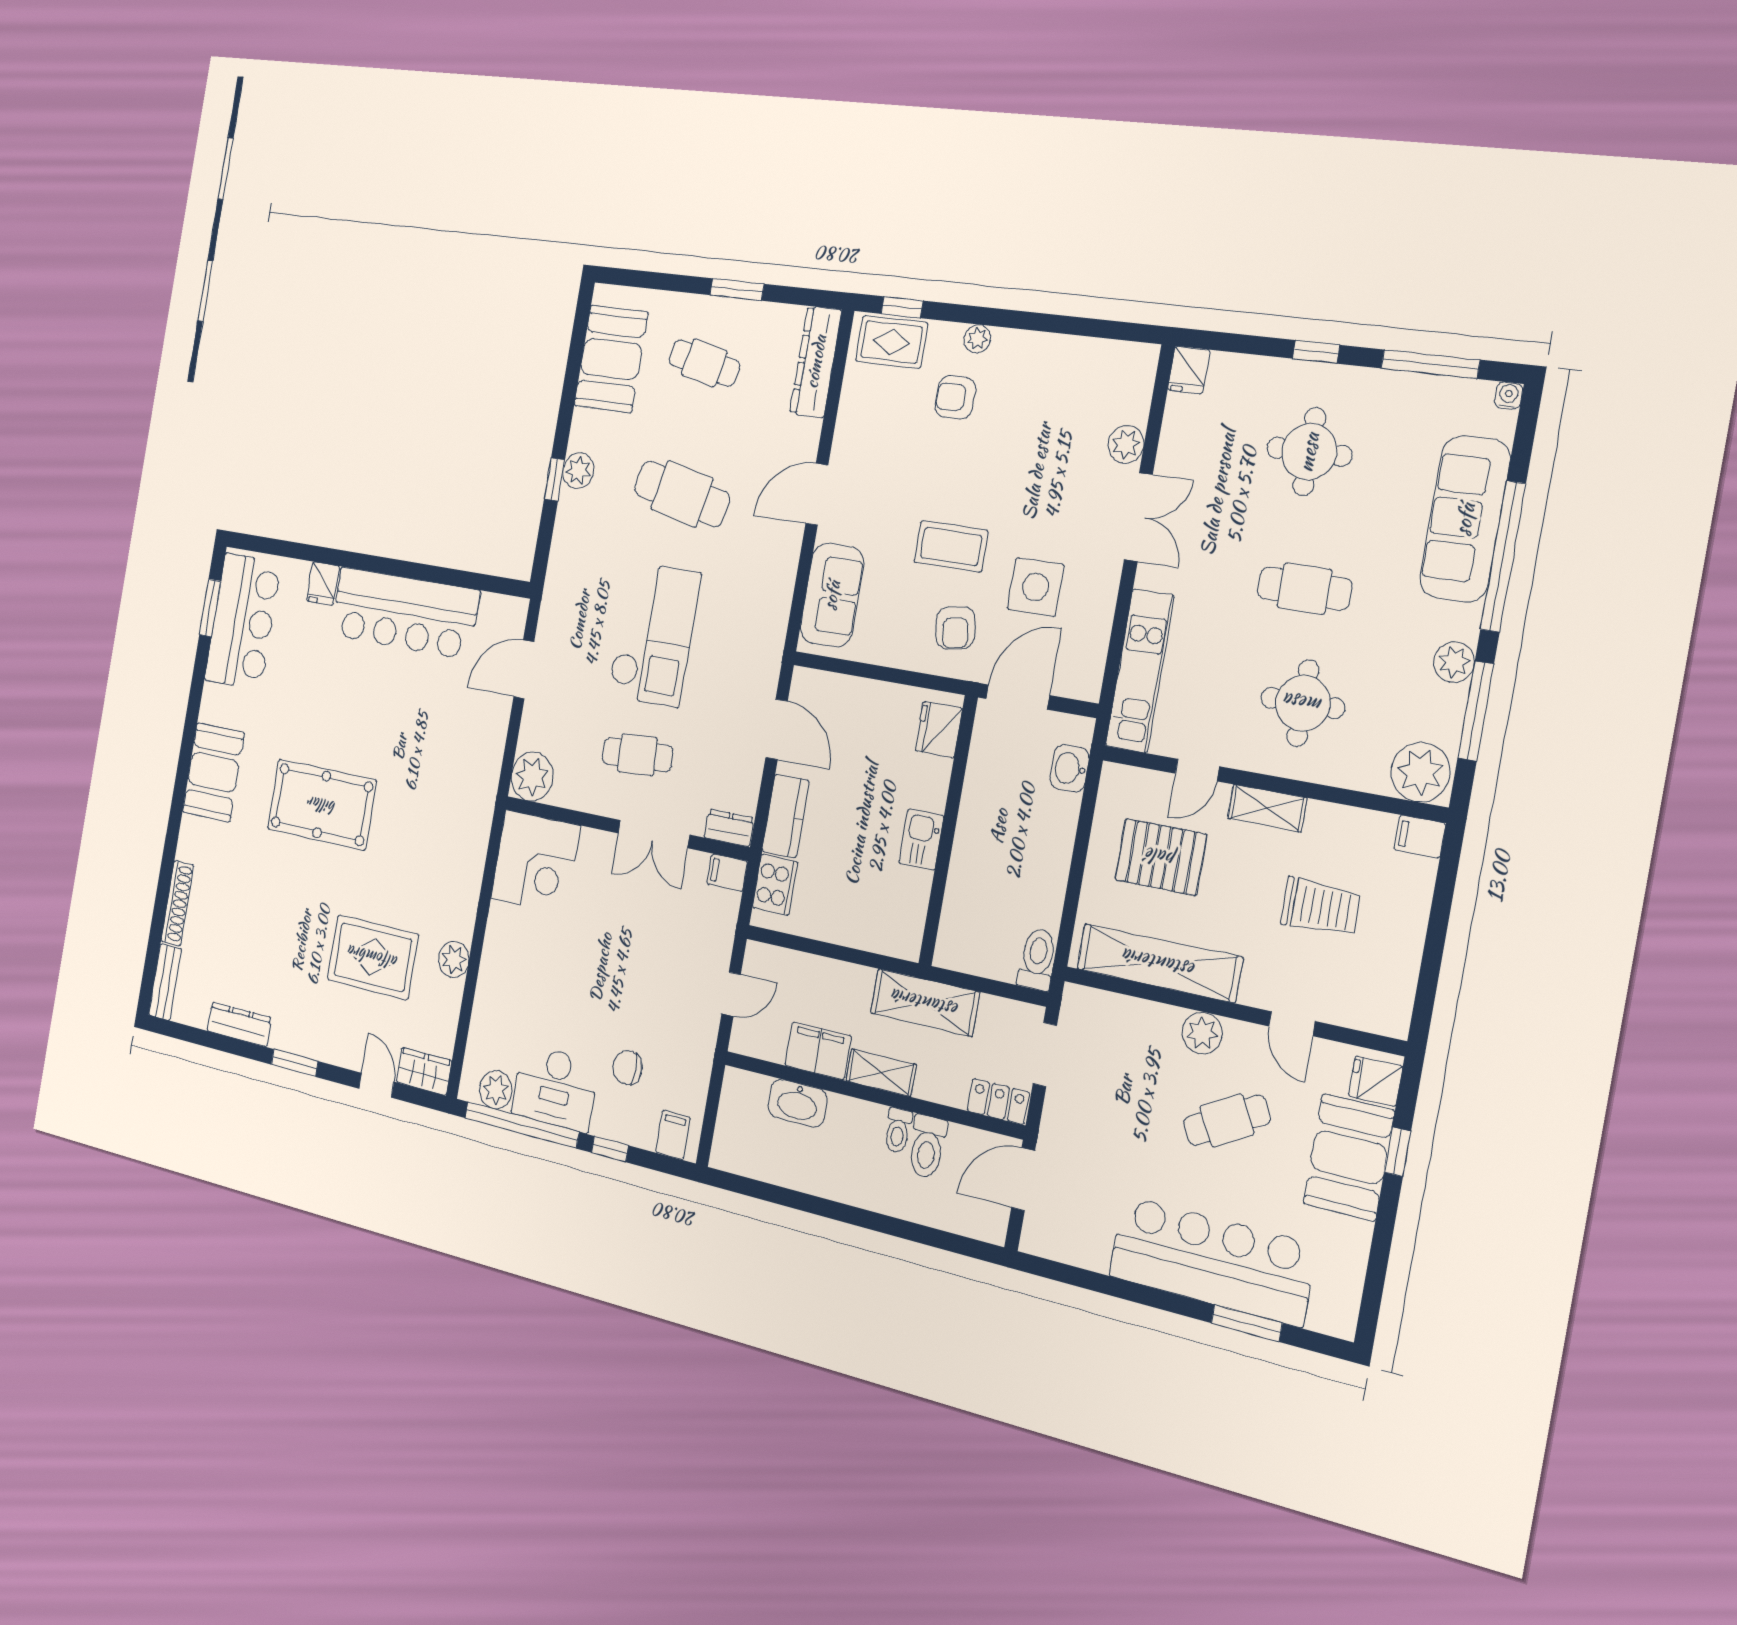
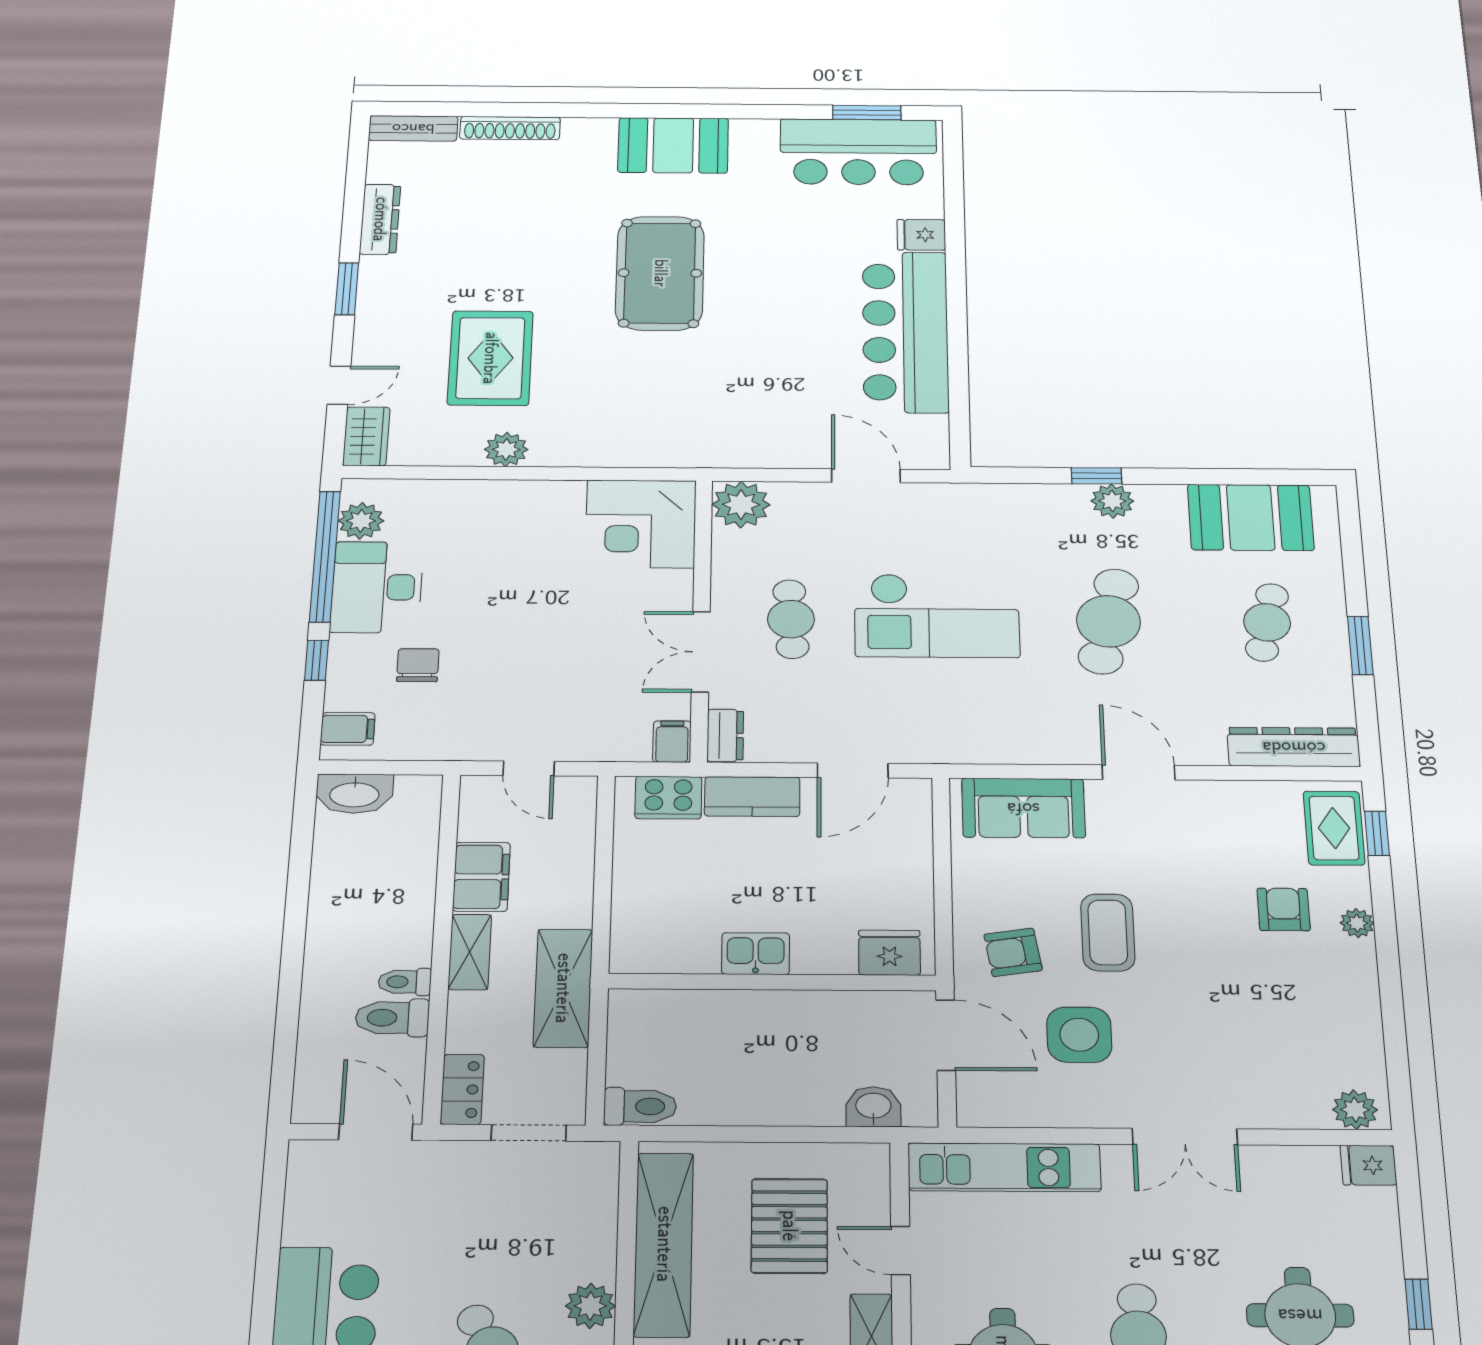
plant: (1126, 444) -> (1355, 1110), moved
washbasin: (798, 1103) -> (354, 794), moved, turned -90

